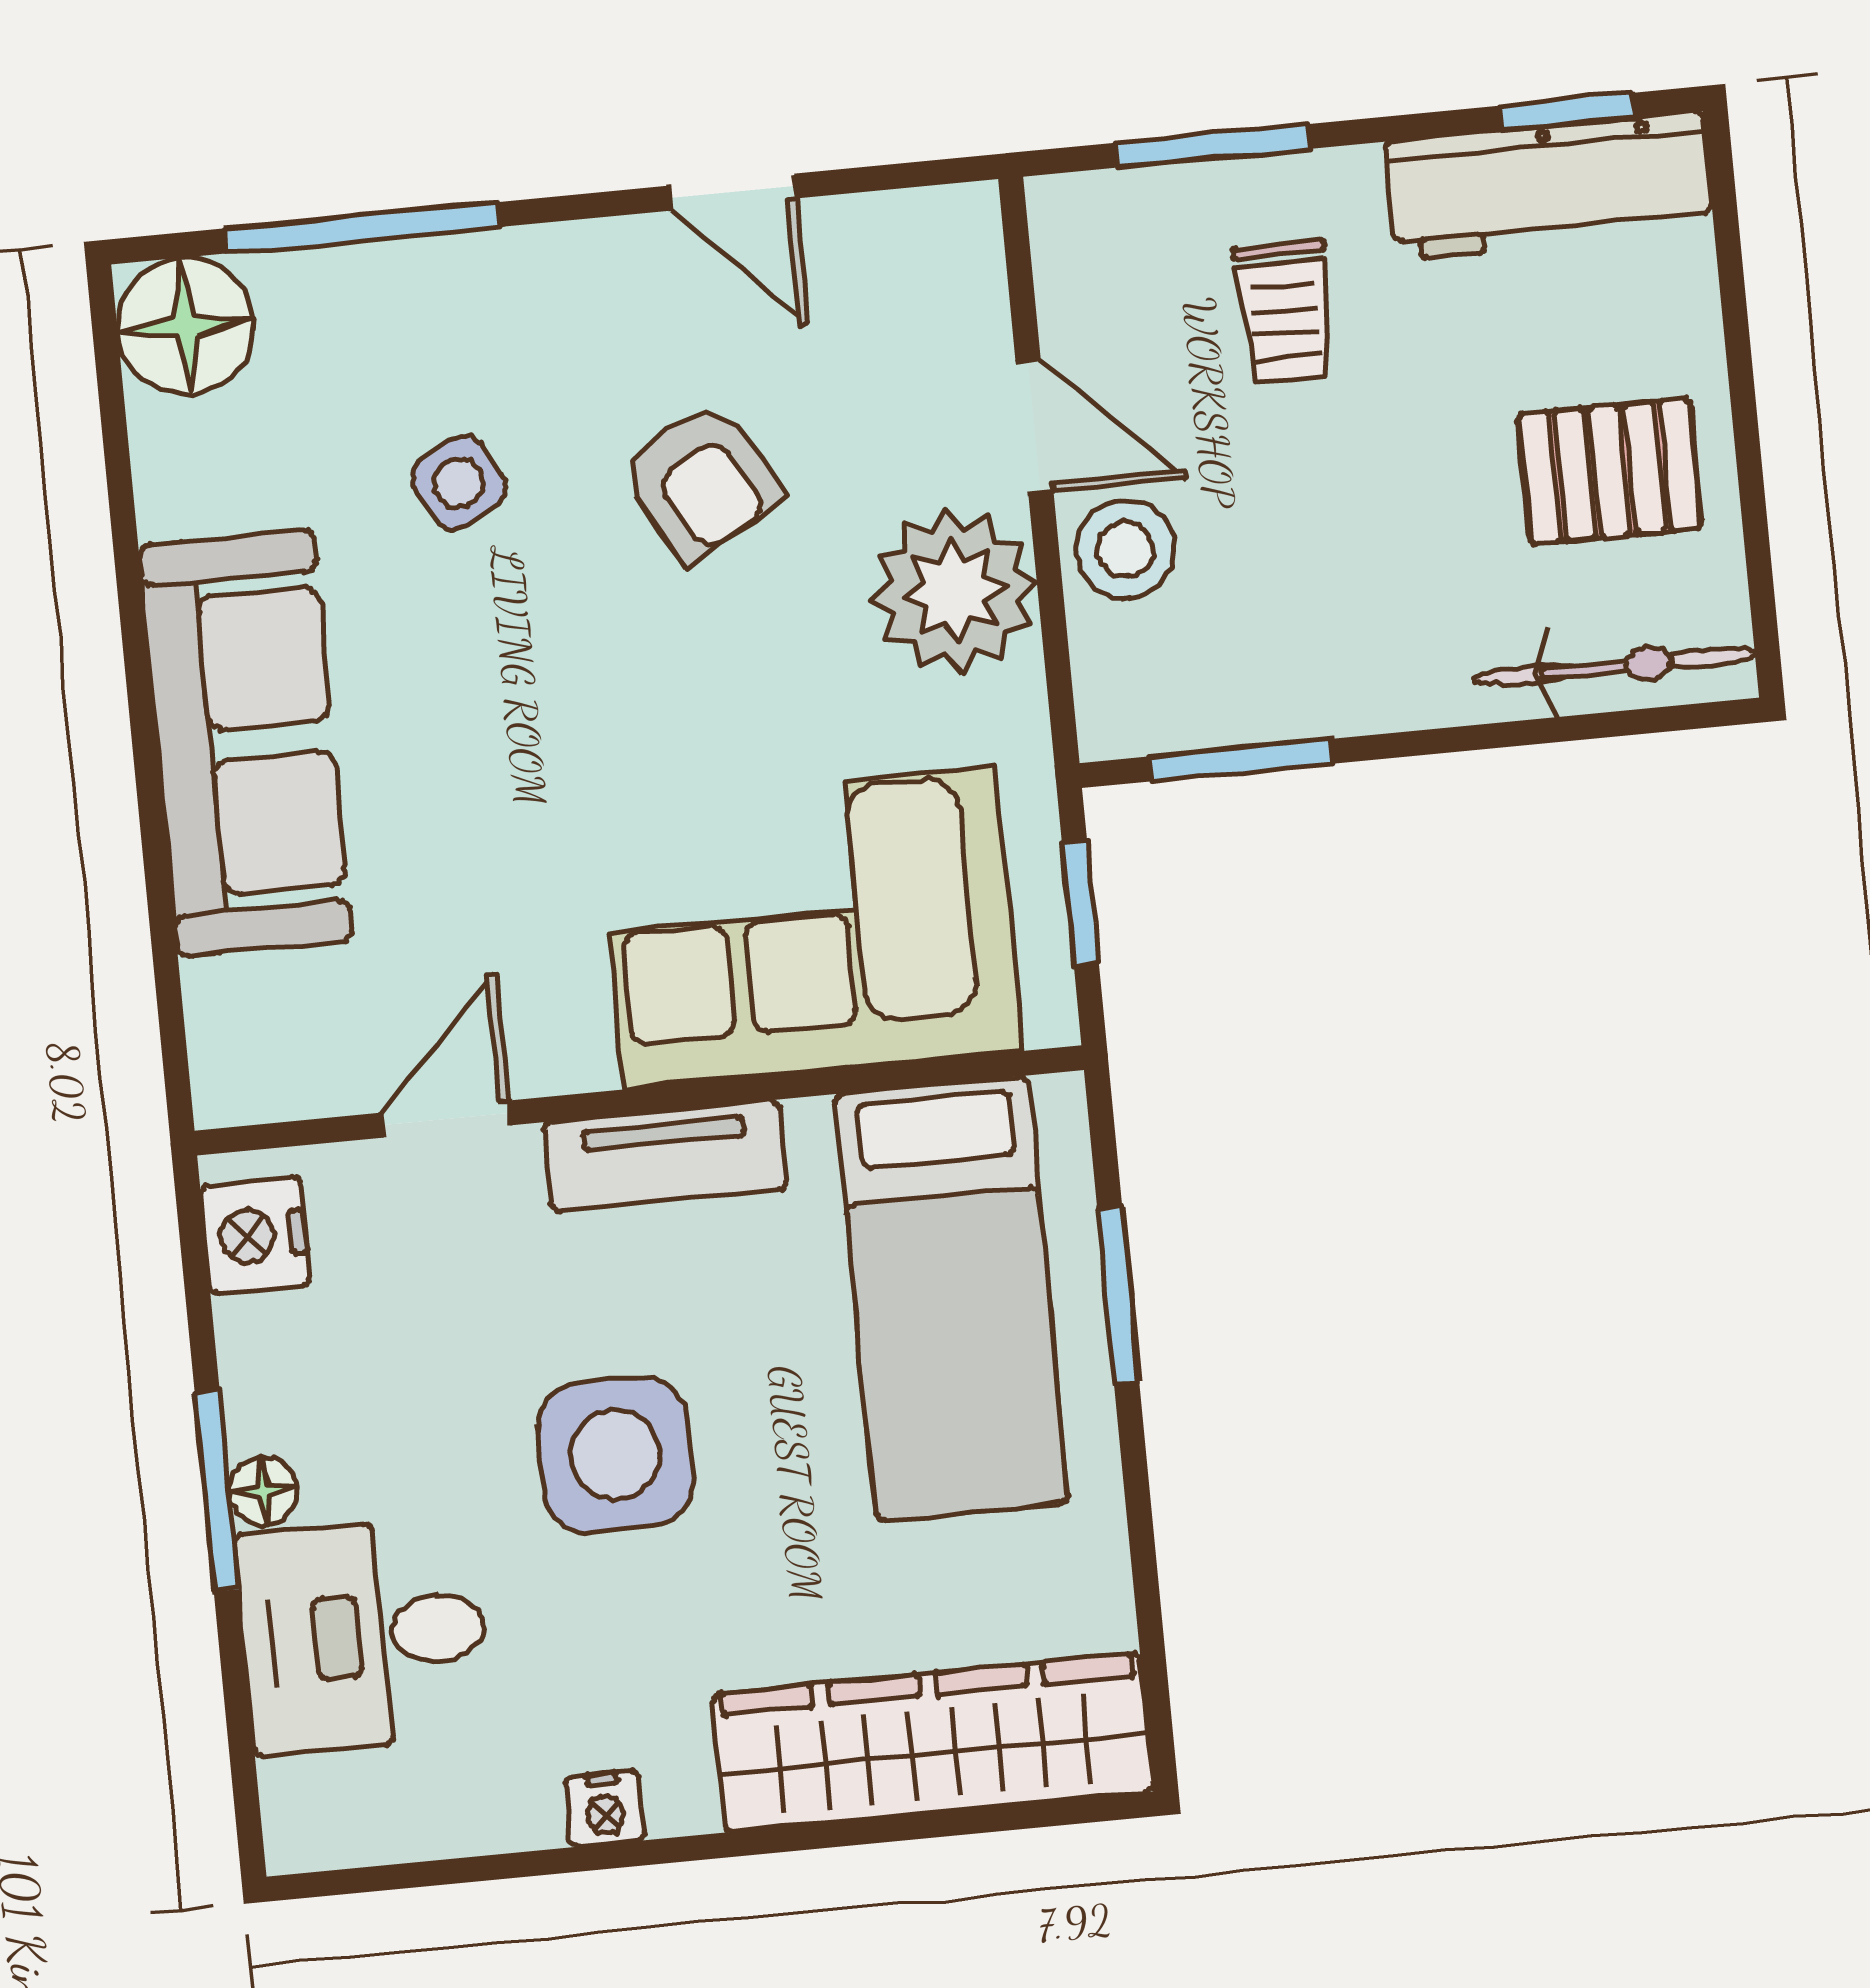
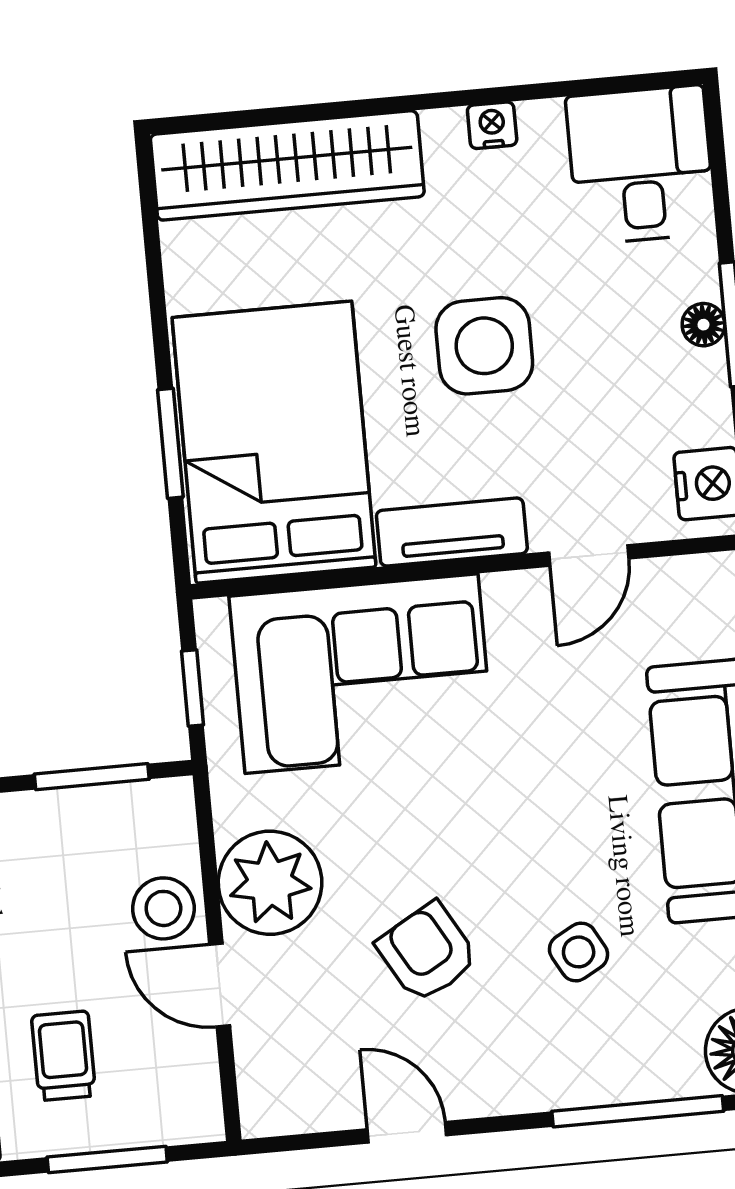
bed: (952, 1298) -> (274, 442), width x1.50
desk: (364, 1635) -> (641, 165), moved, turned -90

